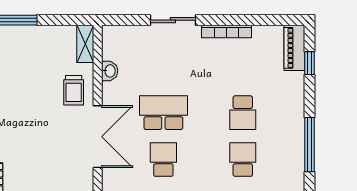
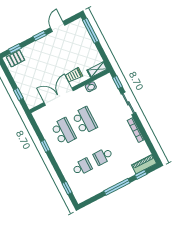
window: (126, 20) -> (117, 82), added
double door: (98, 137) -> (59, 97), swing flipped
window: (310, 145) -> (117, 187), moved
school desk: (163, 160) -> (64, 131), width x1.85

